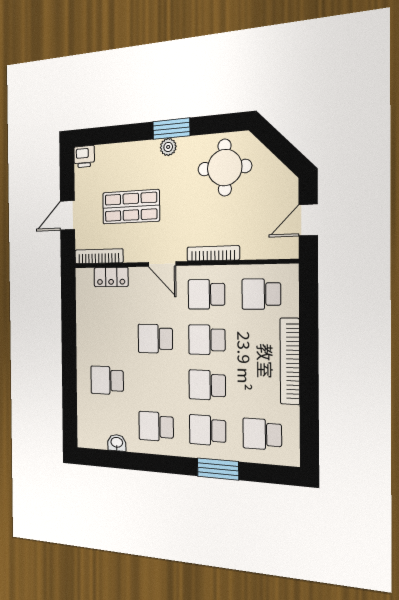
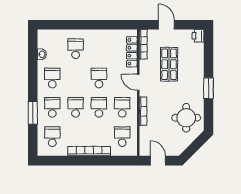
plant: (168, 147) -> (199, 86), removed
door: (162, 264) -> (138, 82), hinge flipped
locker: (111, 277) -> (132, 52), width x1.53

